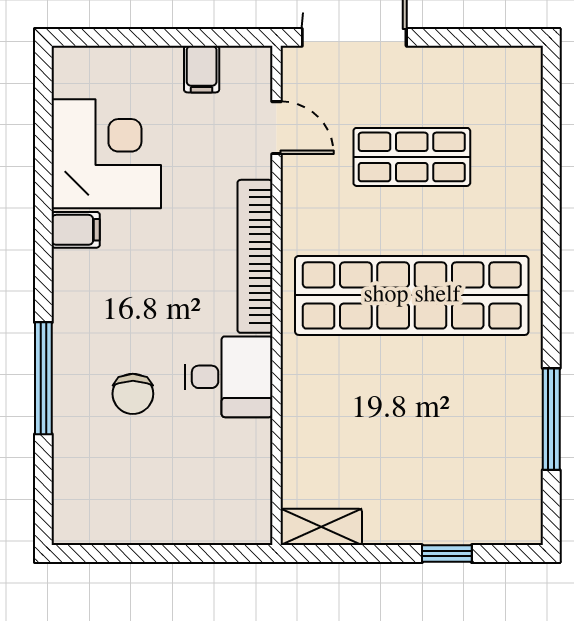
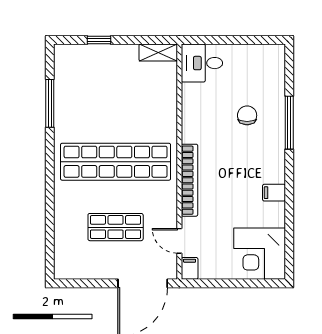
filing cabinet: (202, 69) -> (190, 268), moved
corner desk: (106, 154) -> (260, 254), moved
desk: (229, 377) -> (202, 63), moved

